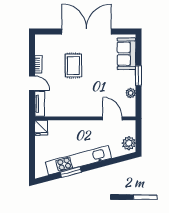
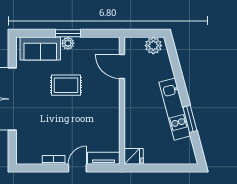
rug: (73, 66) -> (66, 85), moved
plant: (131, 93) -> (68, 43), moved
door: (112, 118) -> (122, 66), hinge flipped
kitchen unit: (79, 160) -> (175, 109), width x0.73

